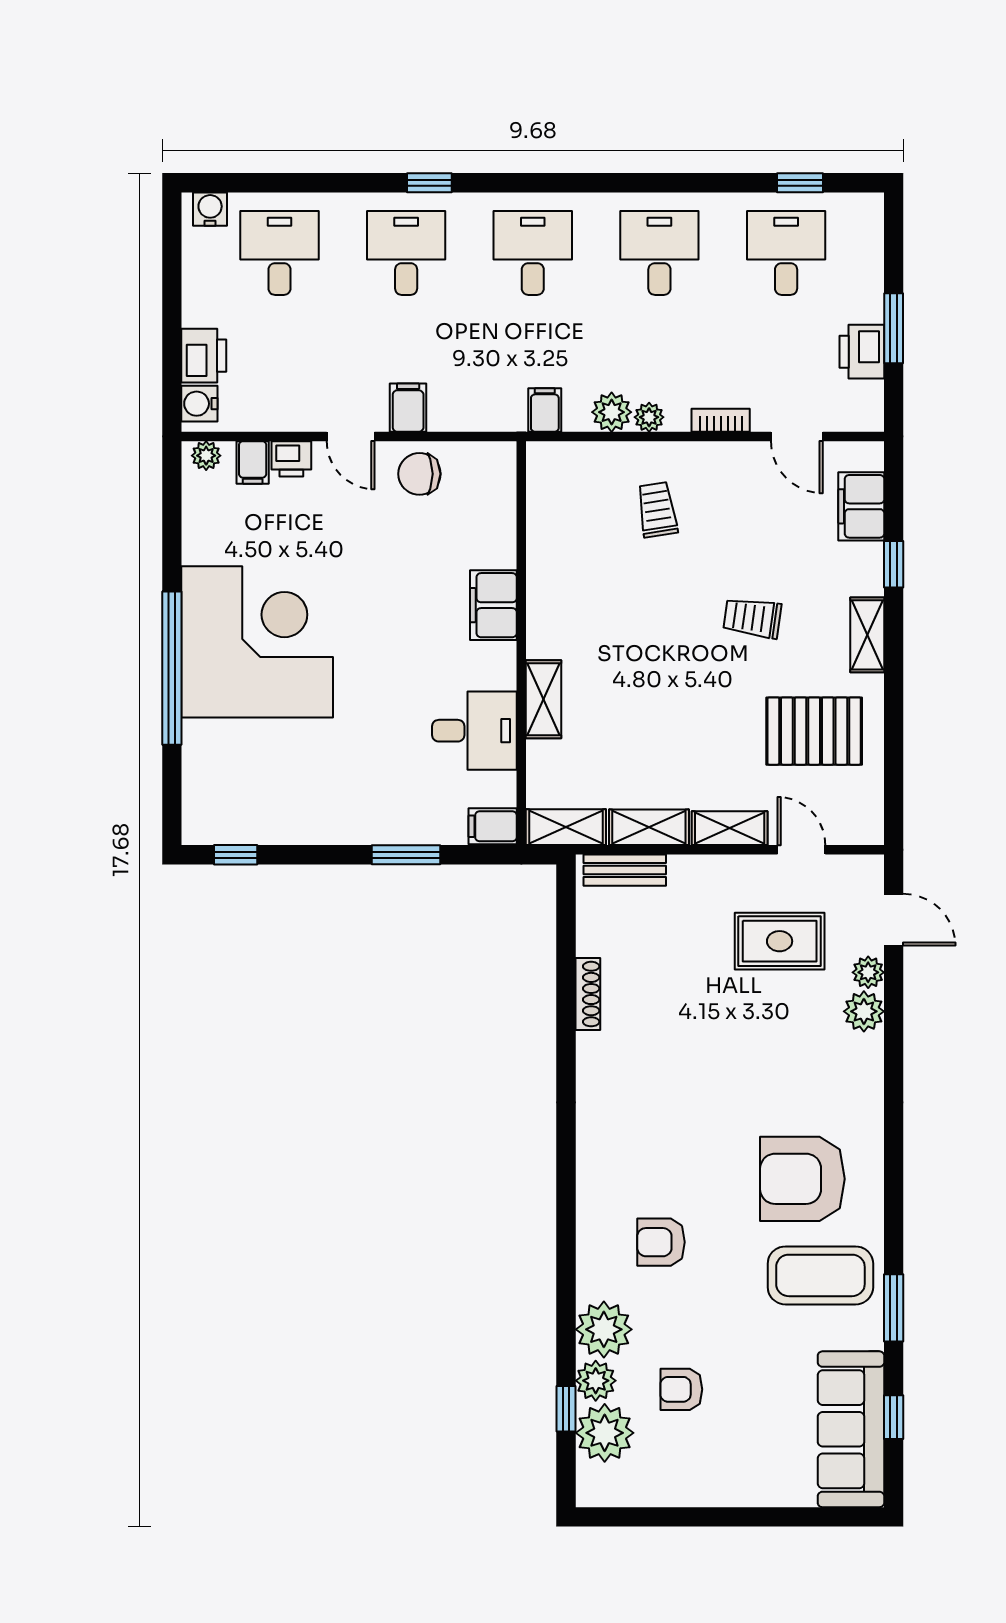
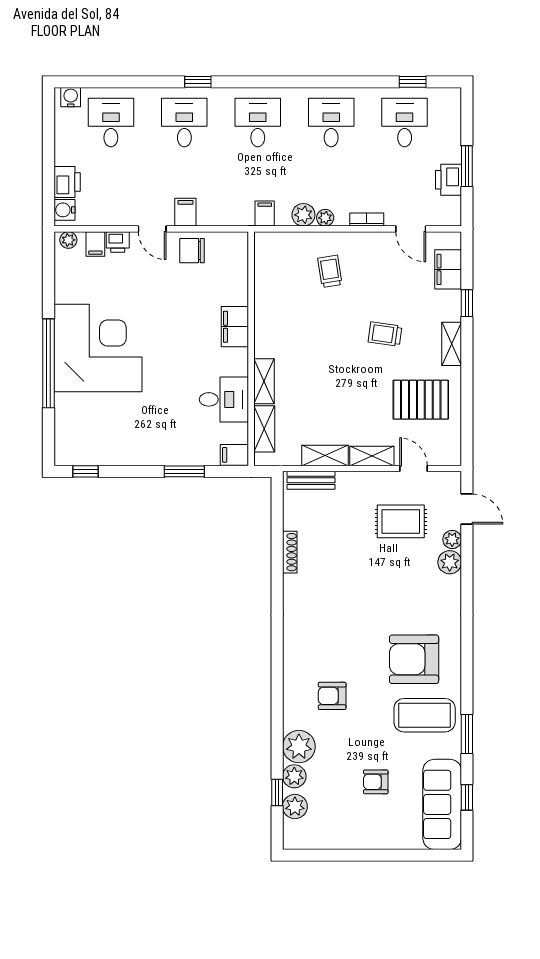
shelving: (566, 827) -> (264, 429), moved, turned 90
armchair: (681, 1389) -> (376, 782), moved
plant: (605, 1433) -> (295, 806), width x0.73, depth x0.73

